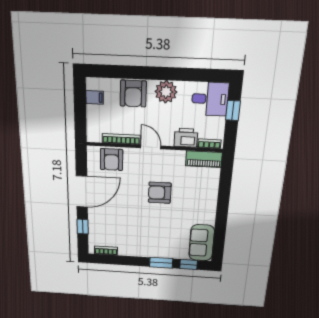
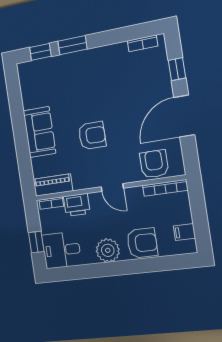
armchair: (133, 94) -> (142, 243), turned 90
bookcase: (121, 139) -> (165, 188), moved
sofa: (202, 243) -> (39, 132), moved

